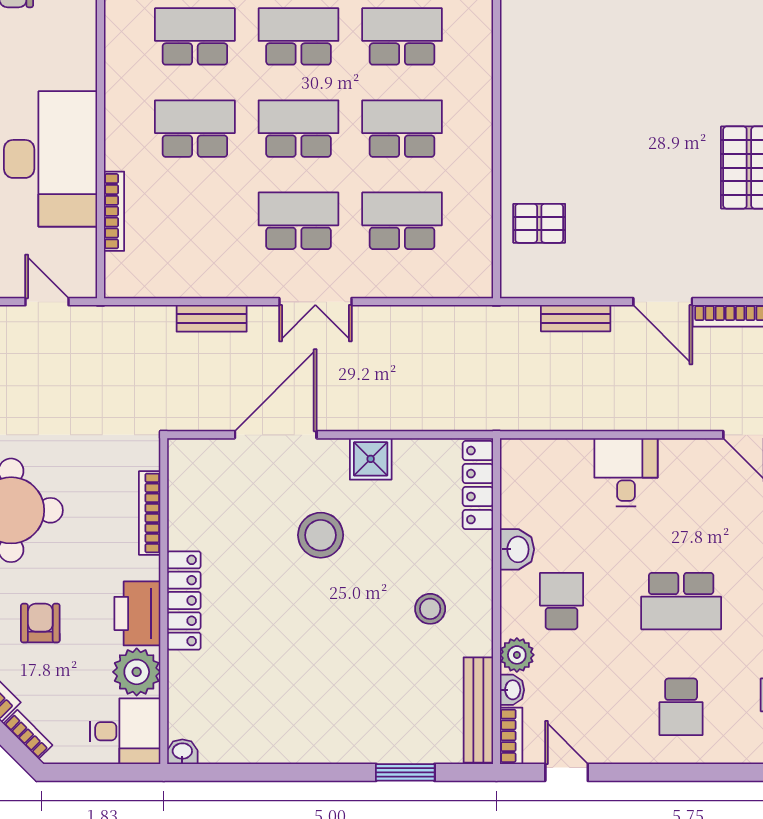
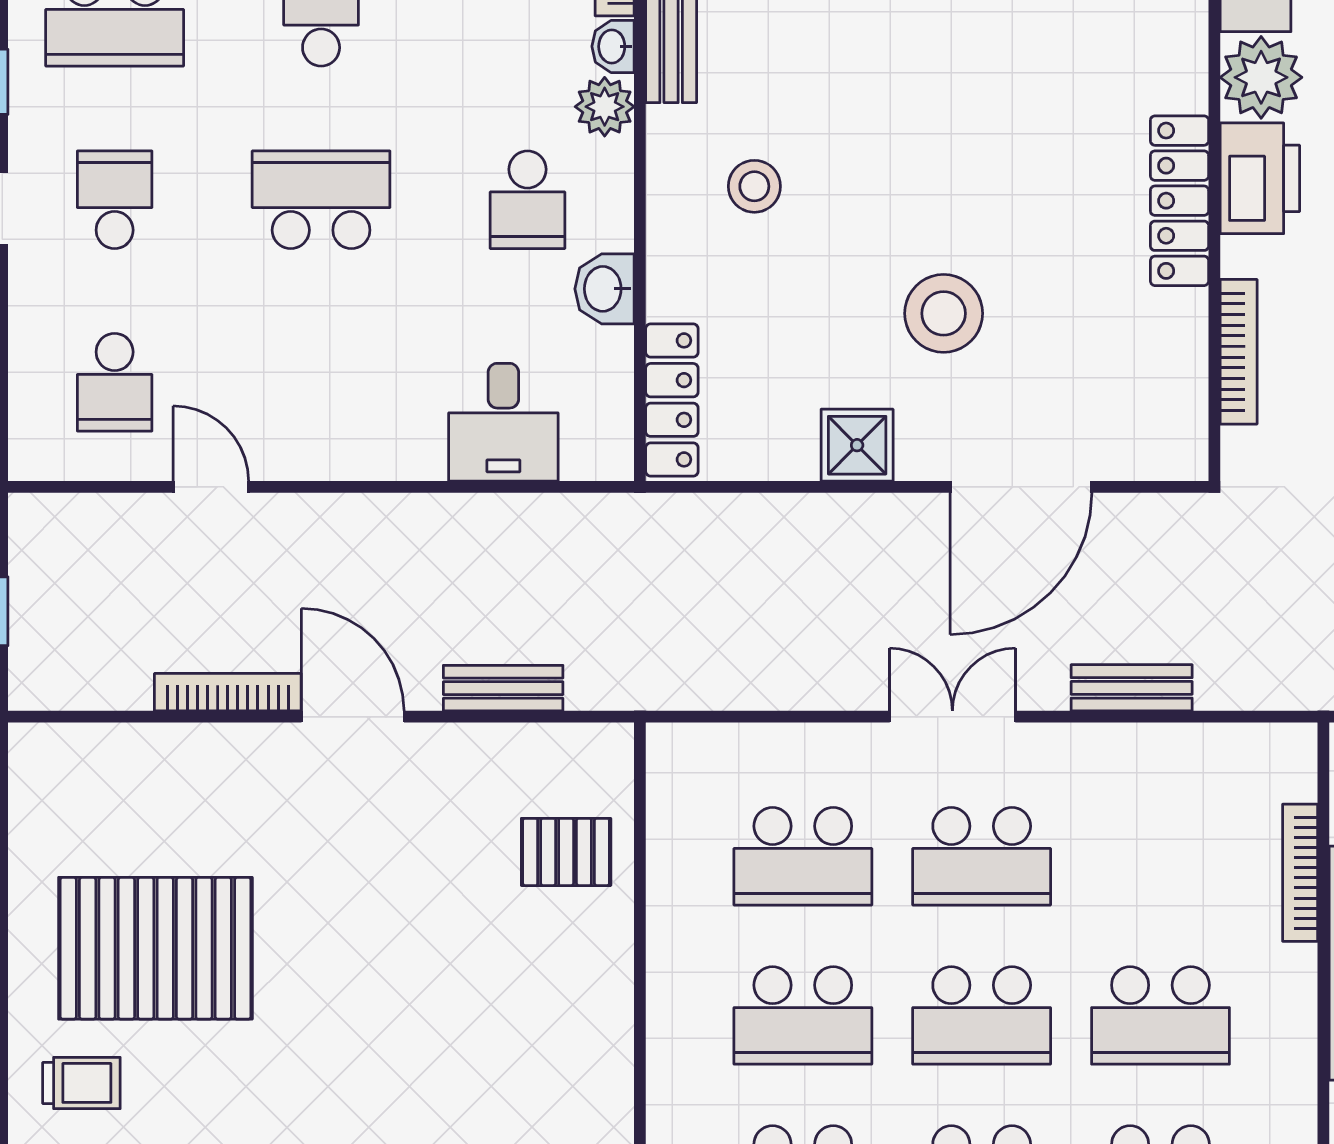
desk: (626, 472) -> (503, 422), moved

